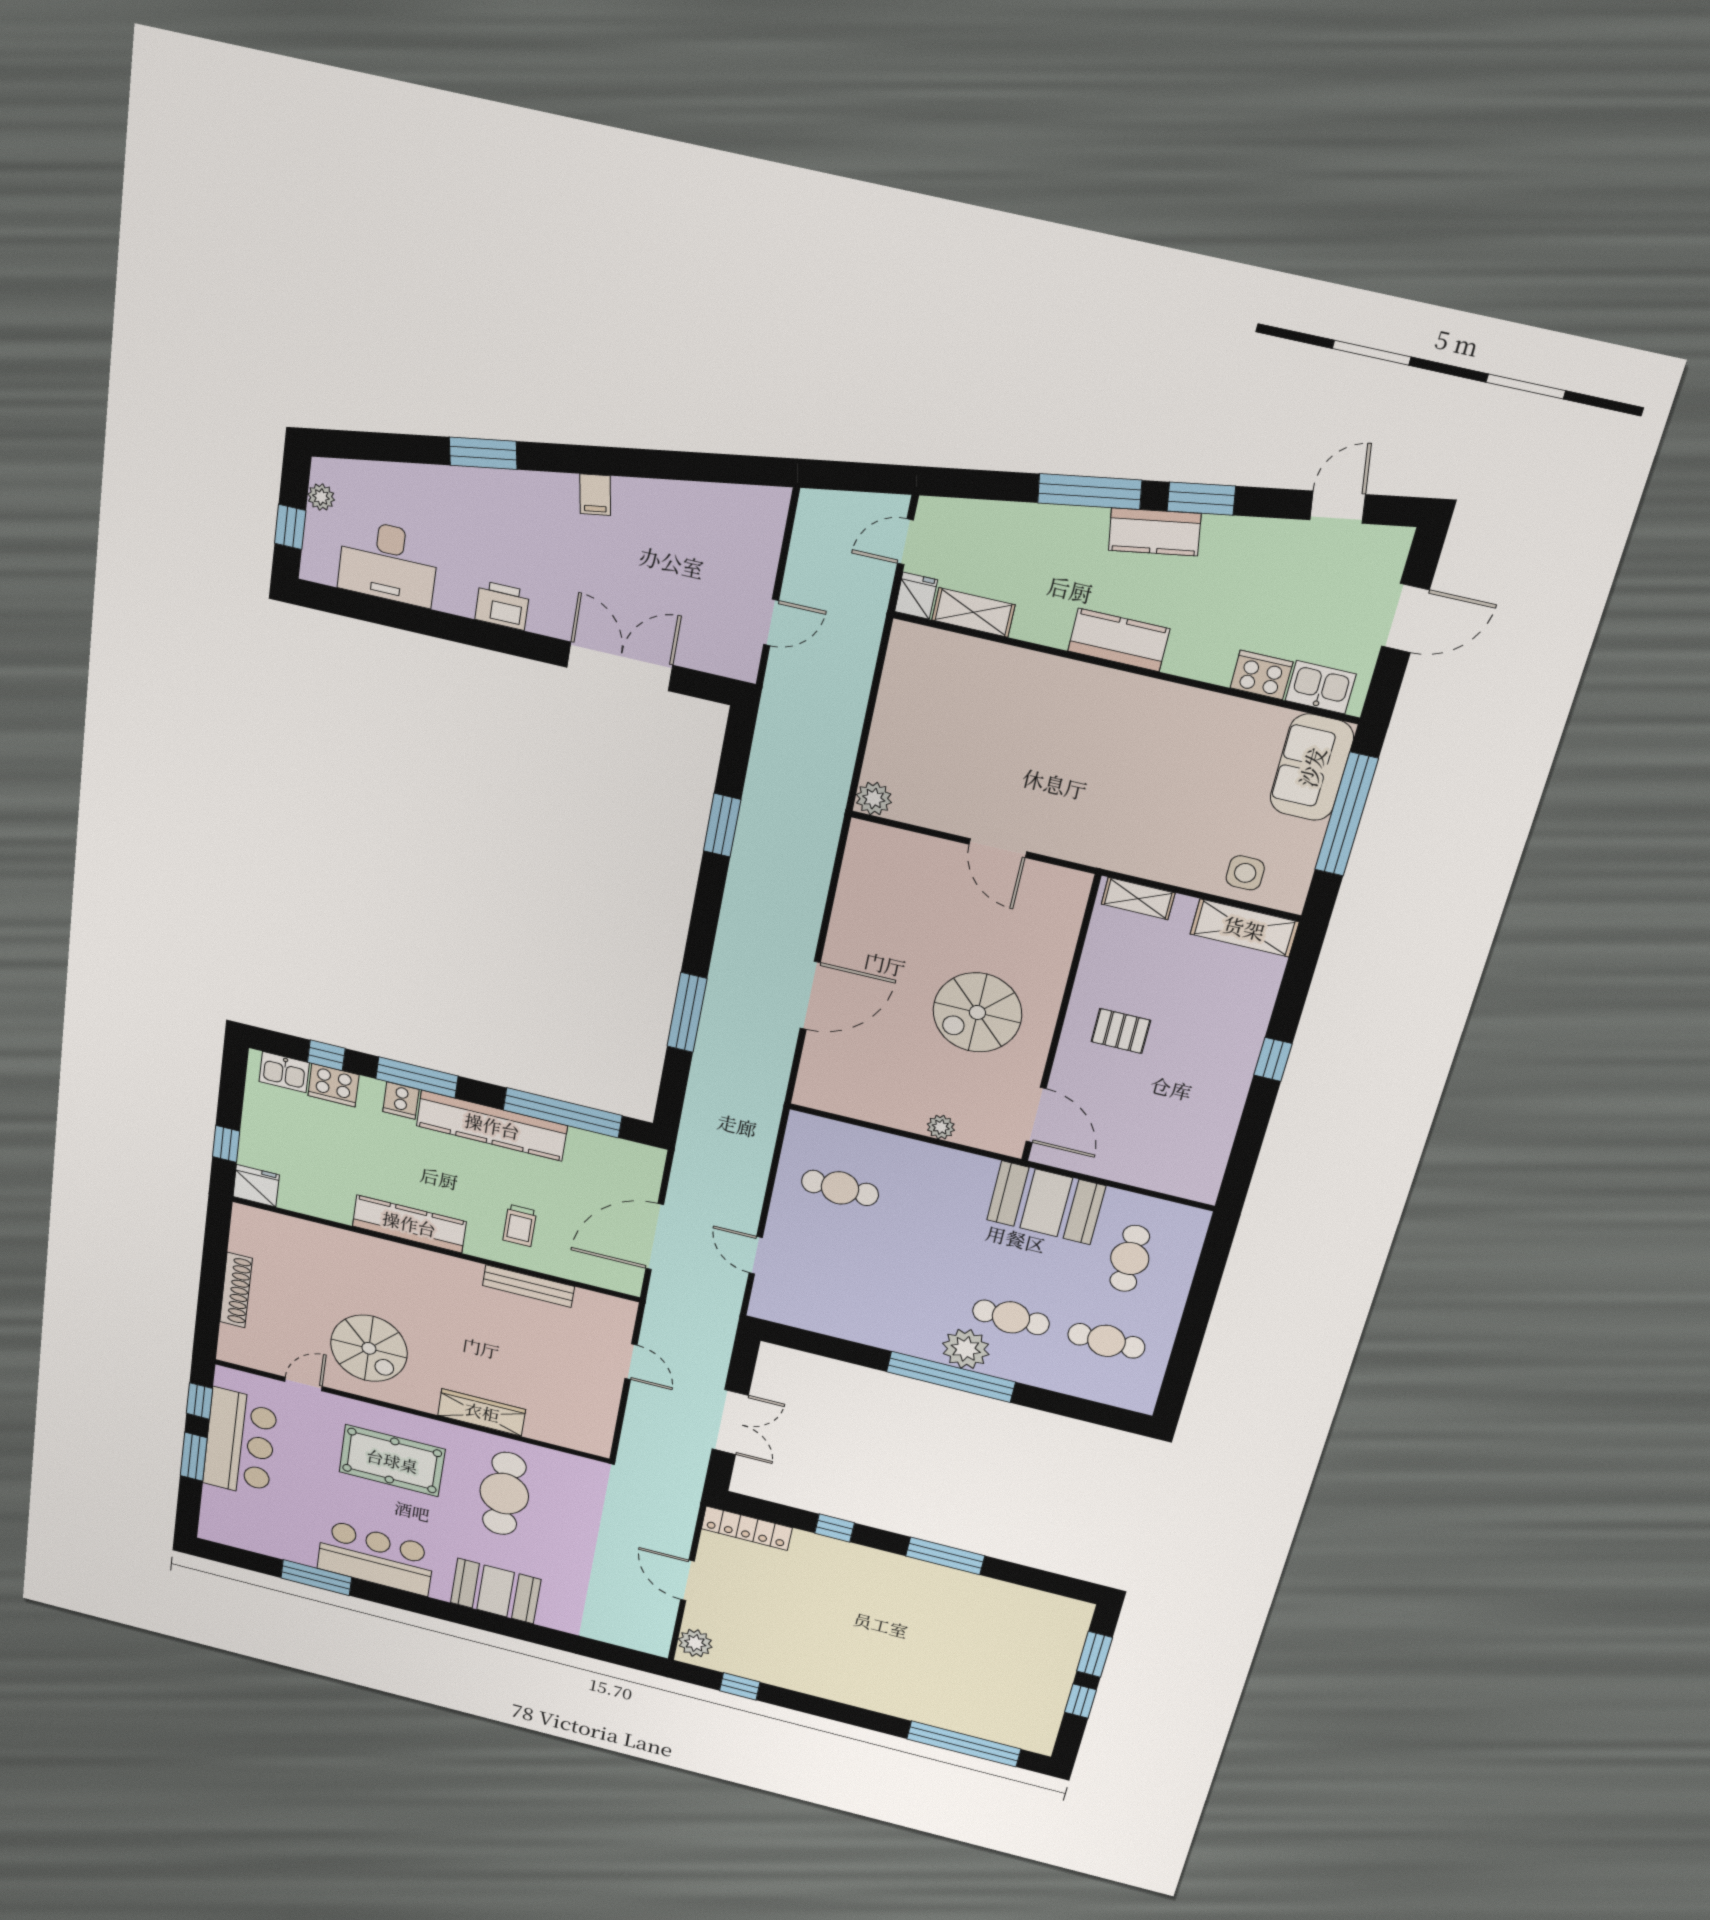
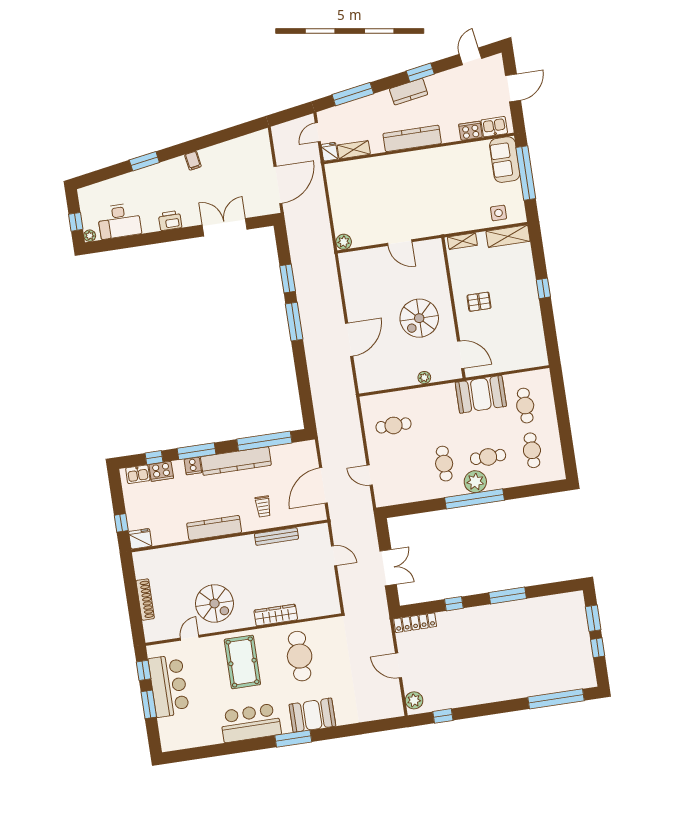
window: (1090, 492) -> (353, 94), moved
plant: (321, 497) -> (90, 236), moved
door: (771, 622) -> (278, 185), width x1.87
kitchen counter: (1119, 640) -> (412, 138), width x1.50
window: (687, 1012) -> (294, 322), moved
cafe table: (916, 1294) -> (444, 464), added
cafe table: (1106, 1341) -> (532, 450), turned 90
pool table: (392, 1461) -> (242, 662), turned 90
window: (316, 1578) -> (293, 739), moved

